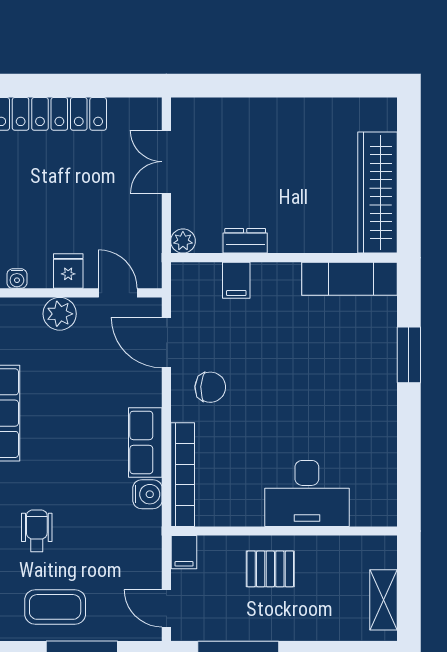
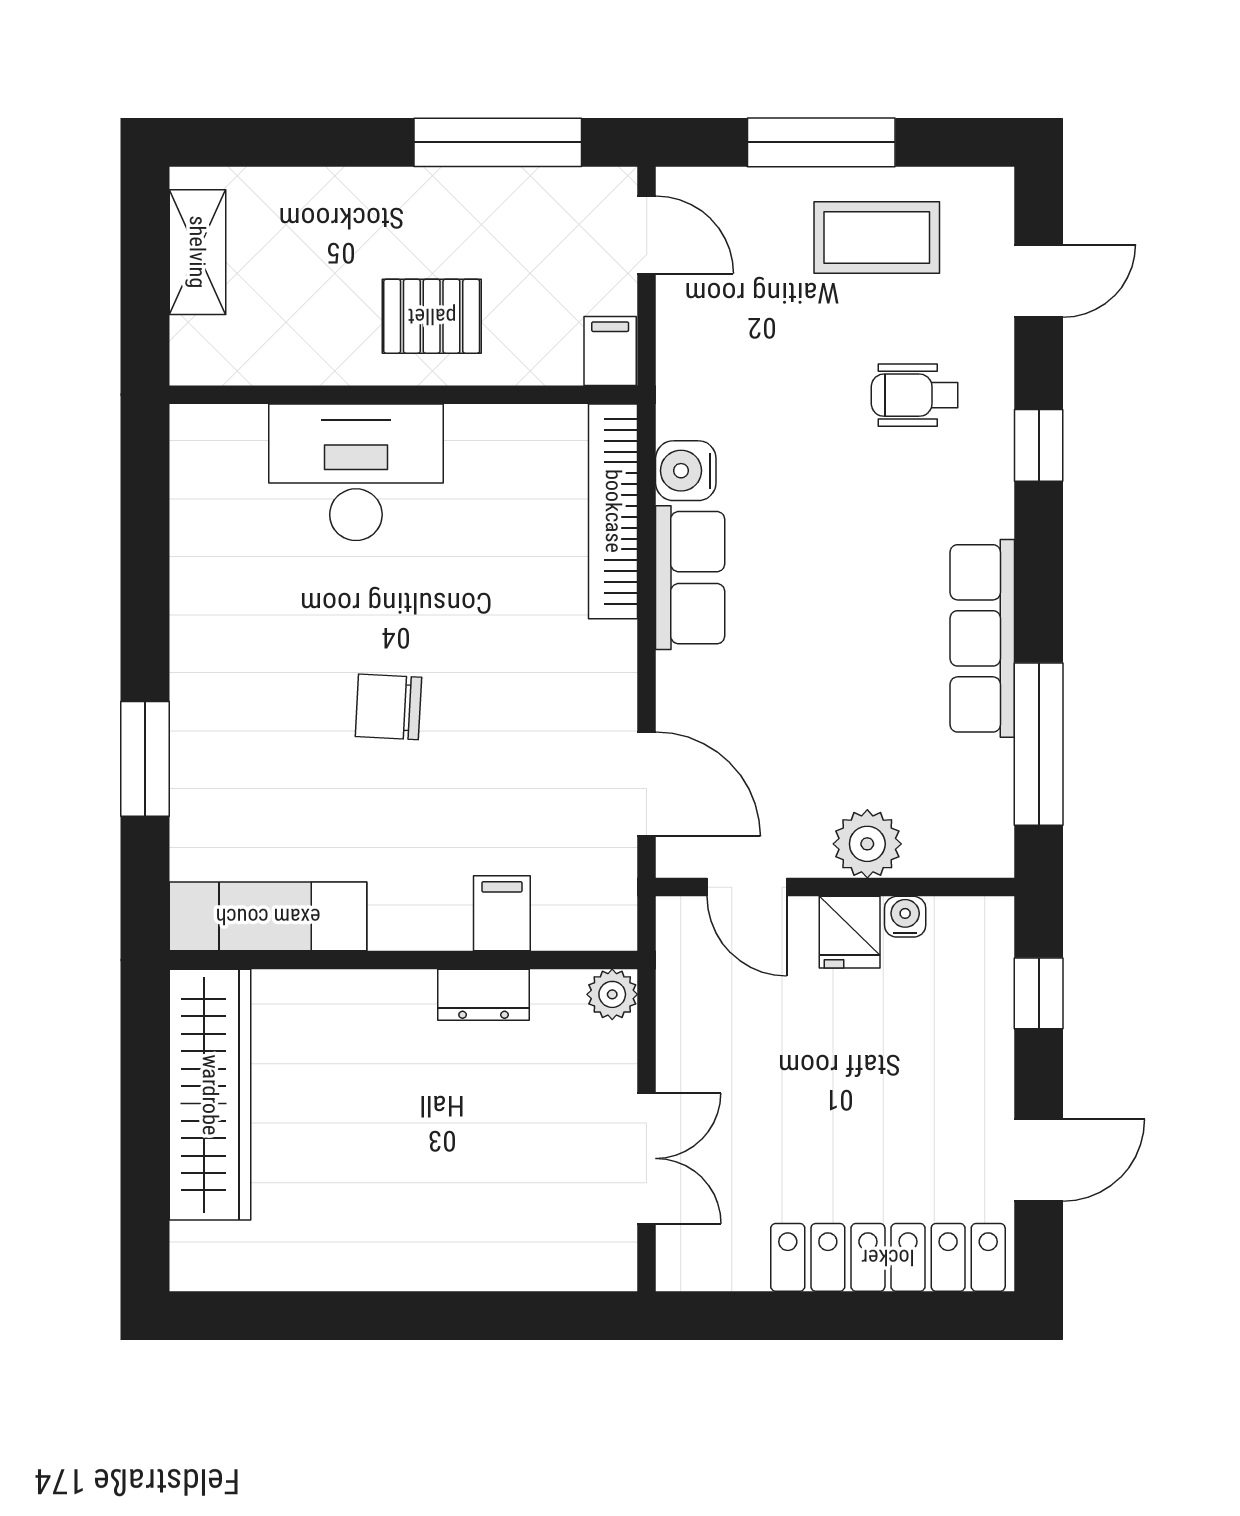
water cooler: (17, 279) -> (905, 917), moved
chair: (210, 387) -> (388, 707), moved
wheelchair: (37, 531) -> (915, 395), turned 90

